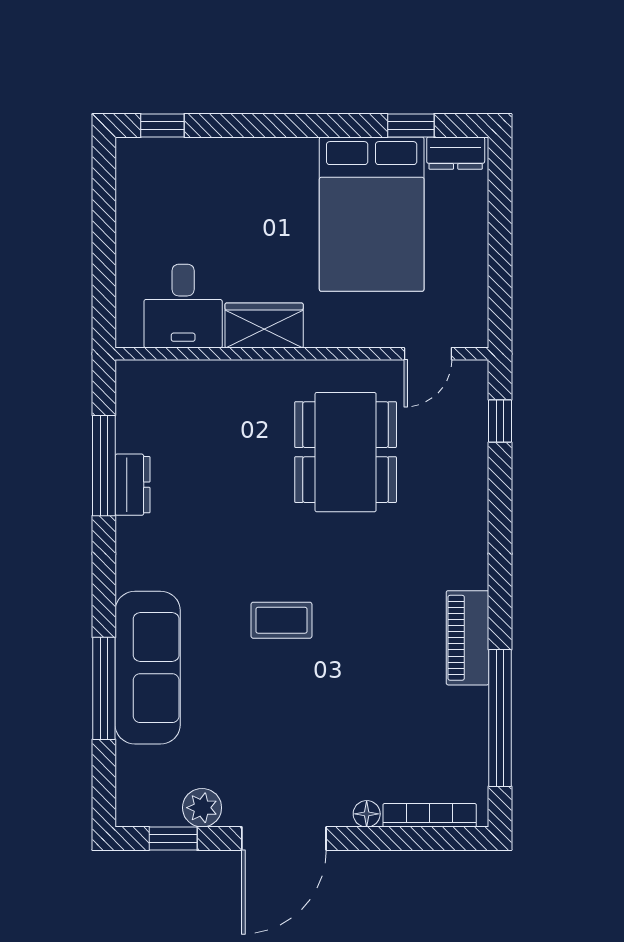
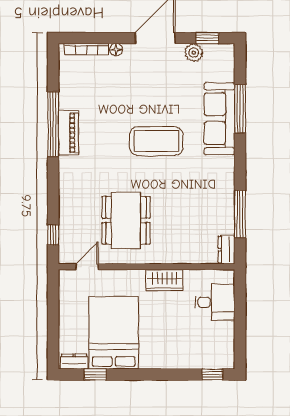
desk: (183, 306) -> (215, 302), moved, turned 90
dresser: (133, 485) -> (227, 250), moved
coffee table: (281, 620) -> (156, 141), width x1.86, depth x1.72
window: (500, 718) -> (53, 124), moved

